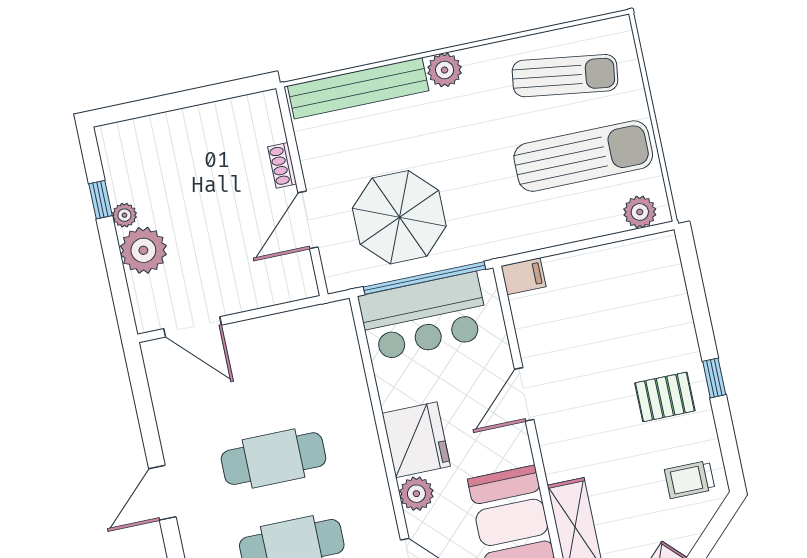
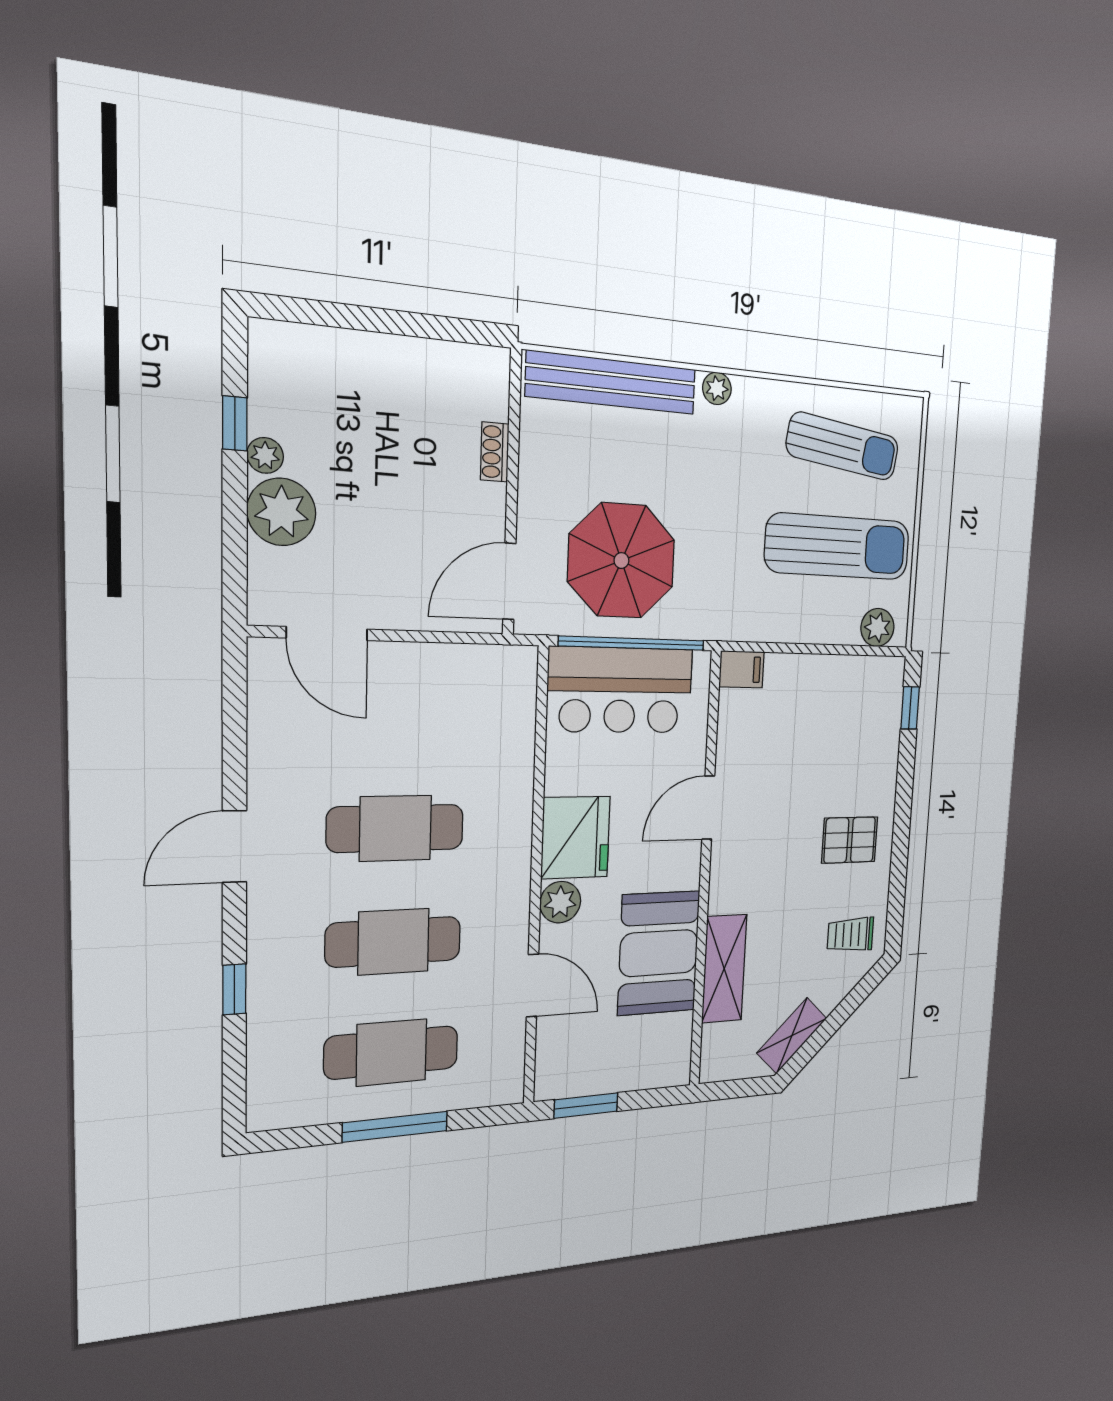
plant: (445, 70) -> (717, 388), width x0.73, depth x0.73
door: (308, 220) -> (509, 581), moved
window: (714, 378) -> (910, 708), moved

